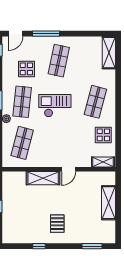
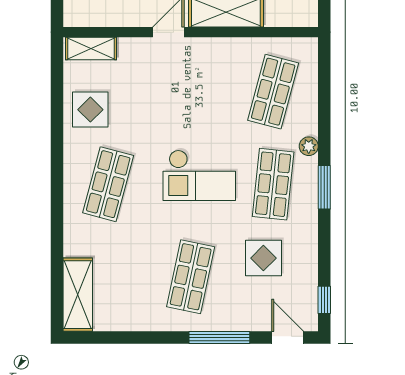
door: (16, 34) -> (288, 337), hinge flipped

